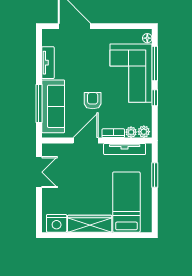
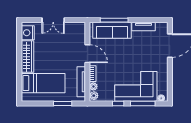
armchair: (93, 101) -> (116, 59), removed
double door: (39, 172) -> (53, 20), moved

